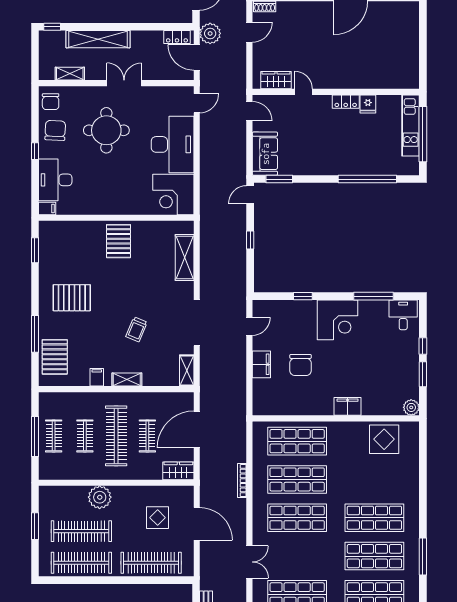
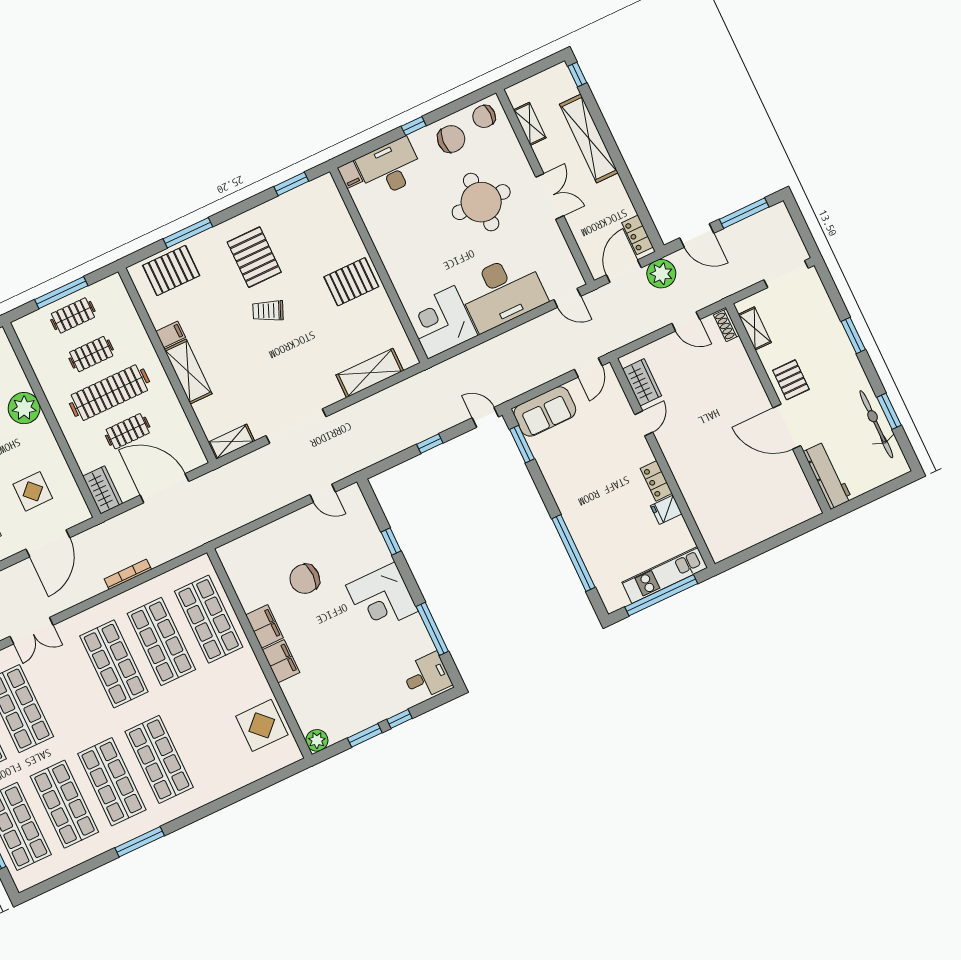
trolley: (137, 329) -> (268, 311), moved
filing cabinet: (261, 364) -> (264, 626), moved, turned -90
shelving: (127, 379) -> (188, 372), width x1.50, depth x1.33

